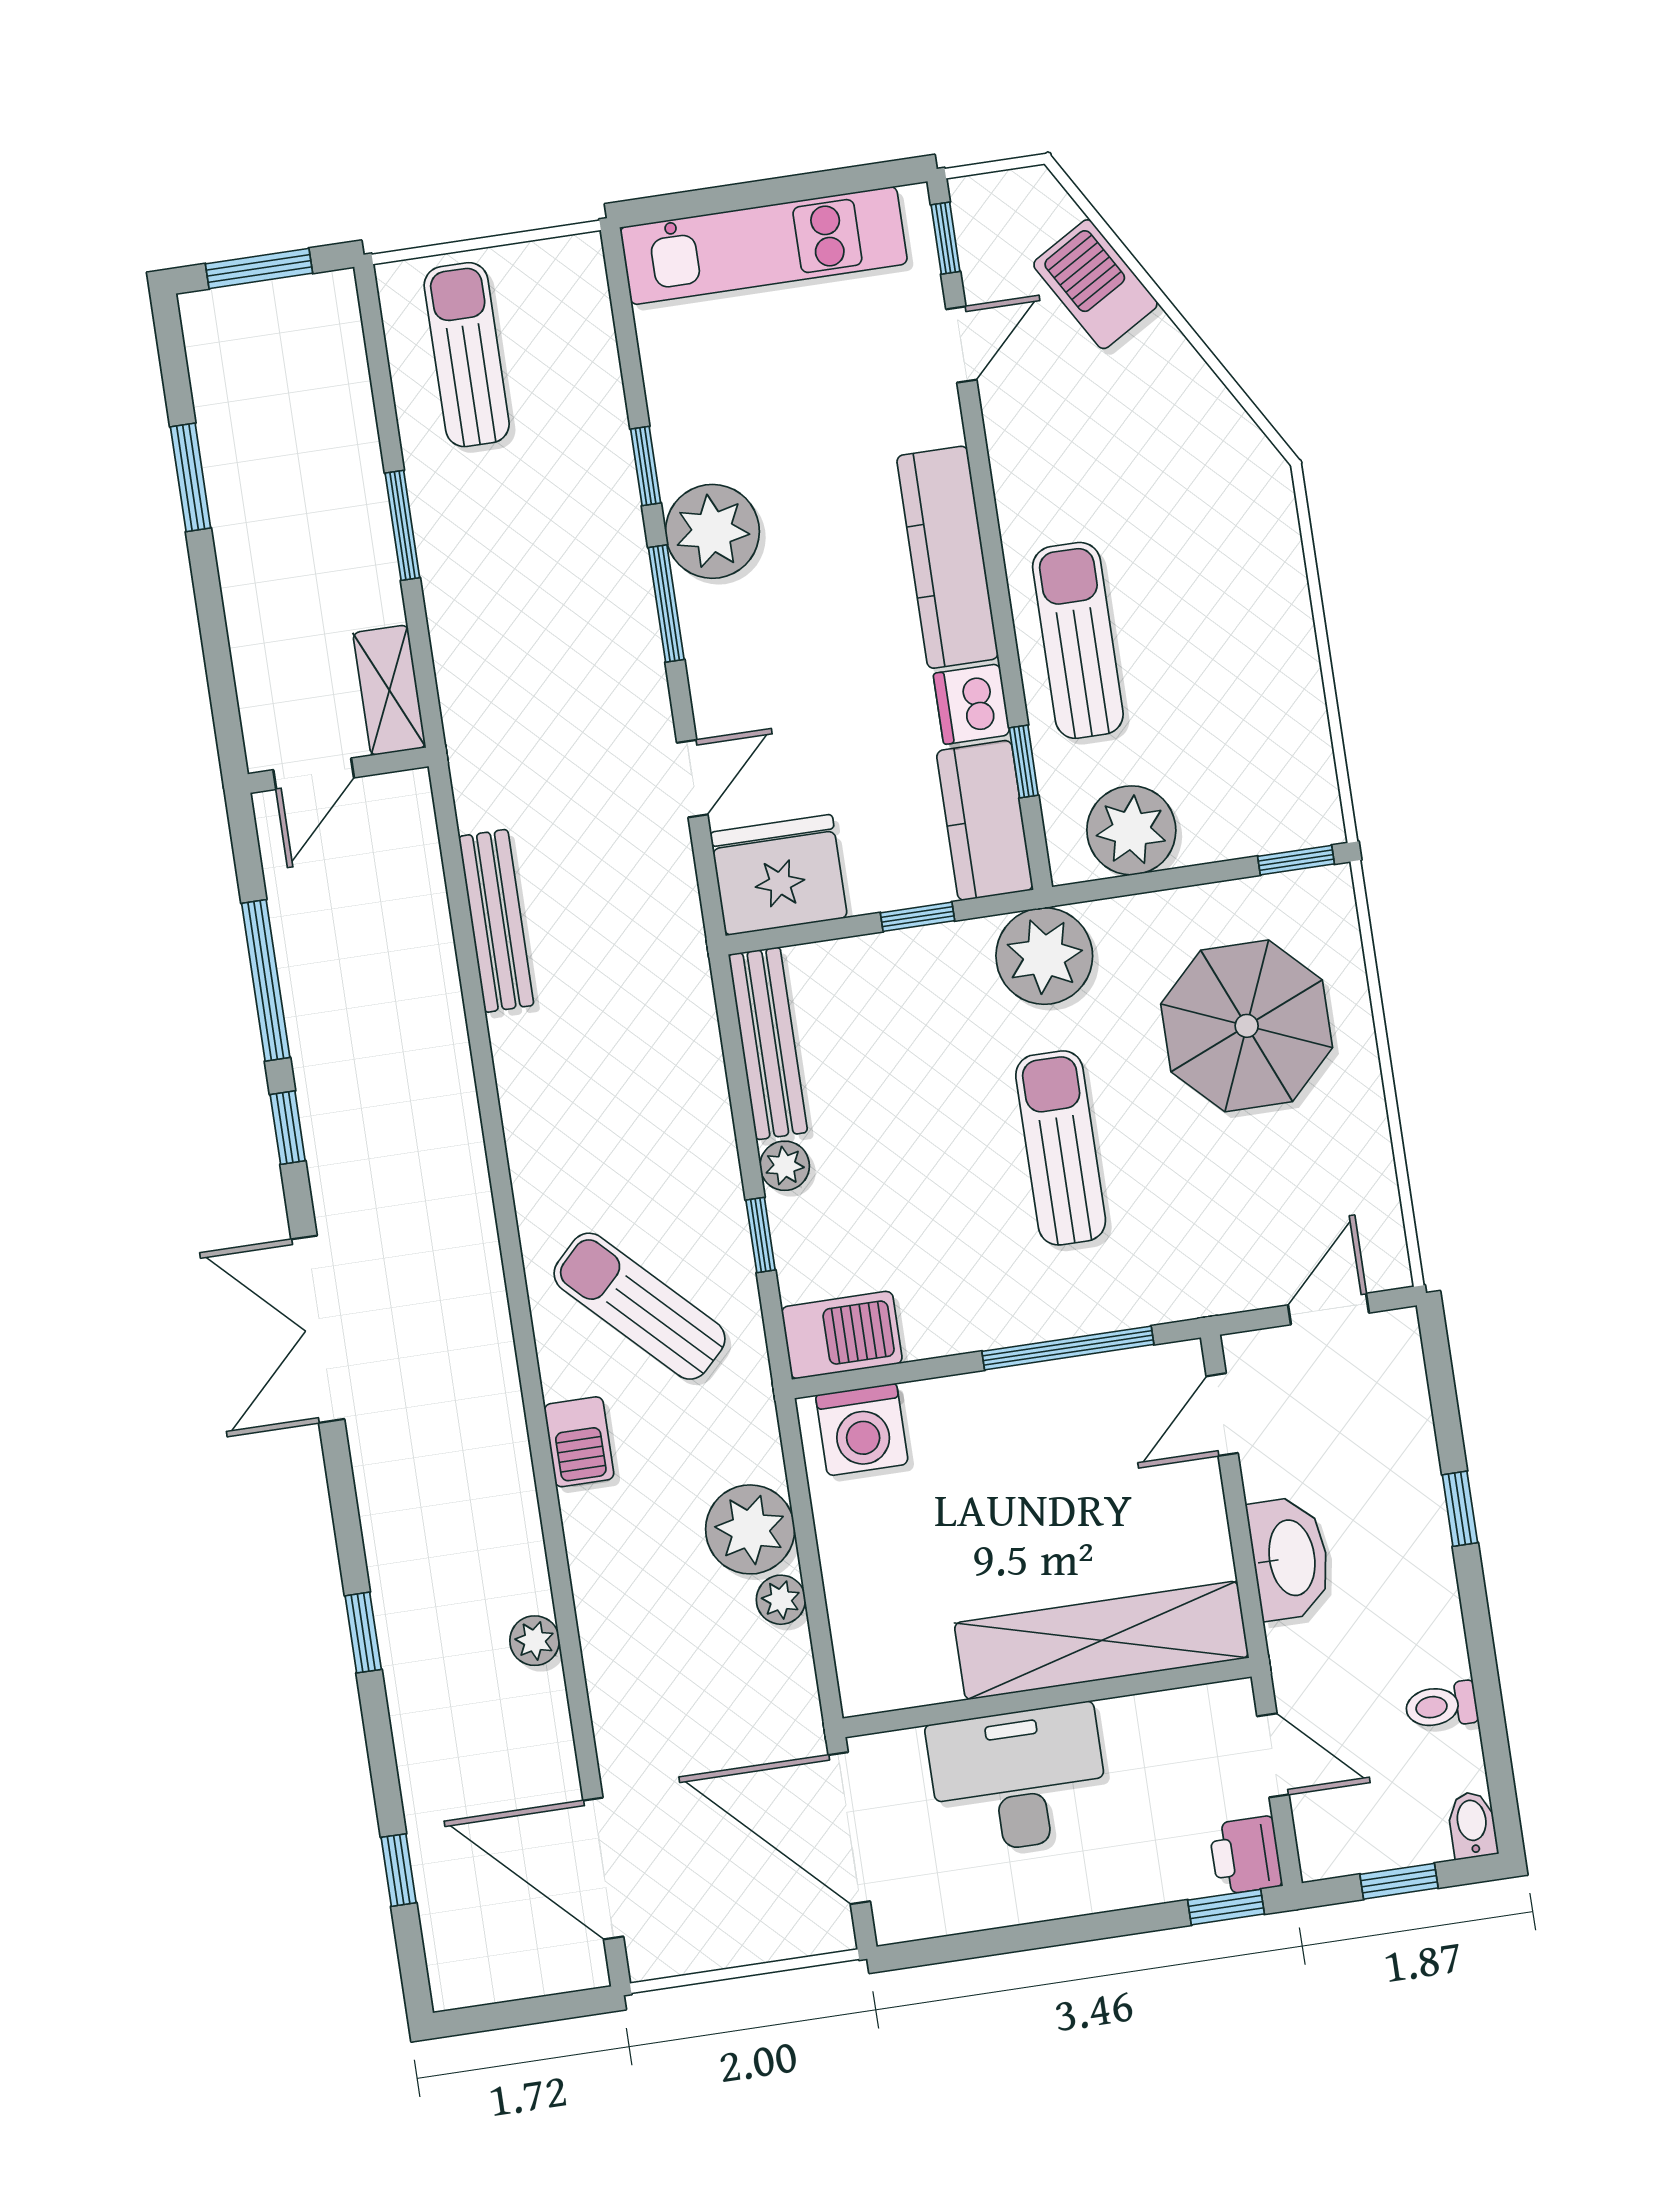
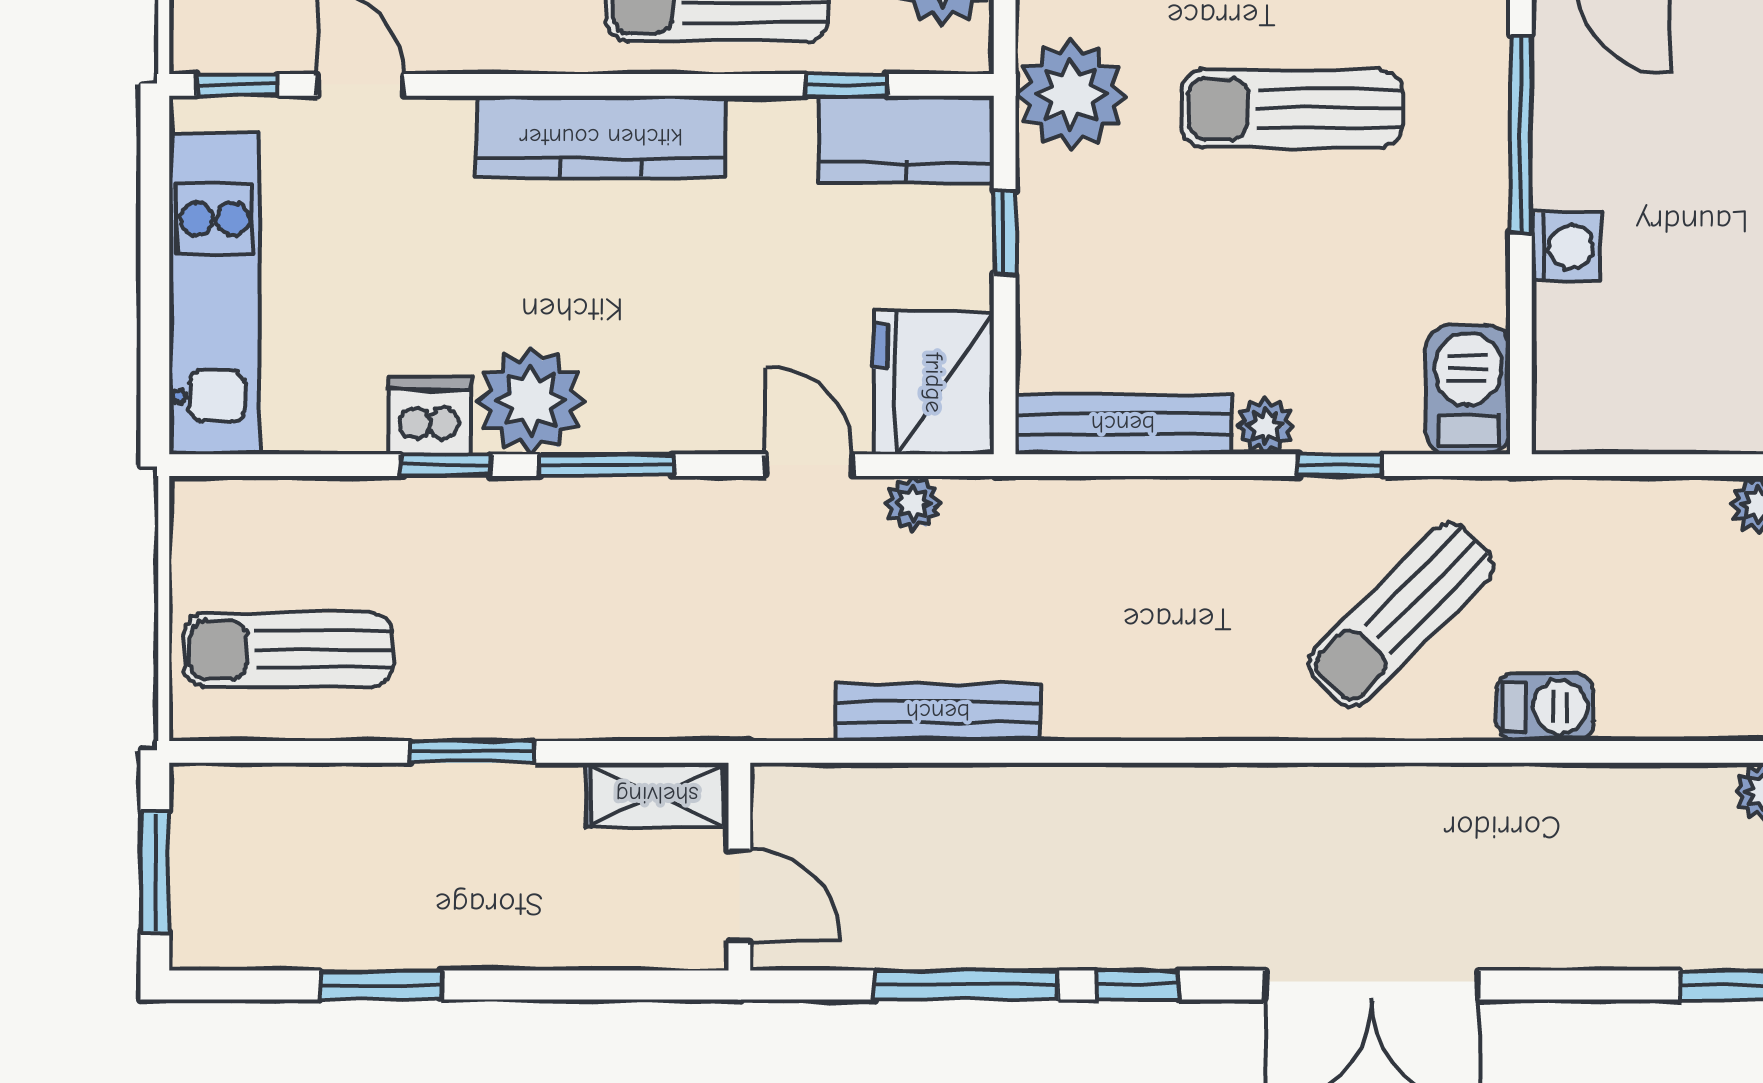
dishwasher: (972, 704) -> (430, 416), moved, turned 180
washing machine: (862, 1430) -> (1566, 247), moved, width x0.73, depth x0.73
plant: (750, 1529) -> (913, 503), moved, width x0.53, depth x0.53

